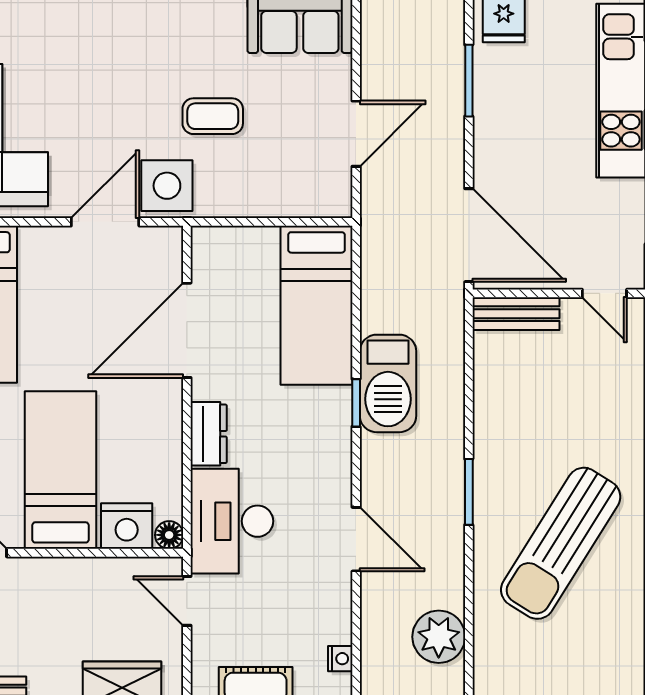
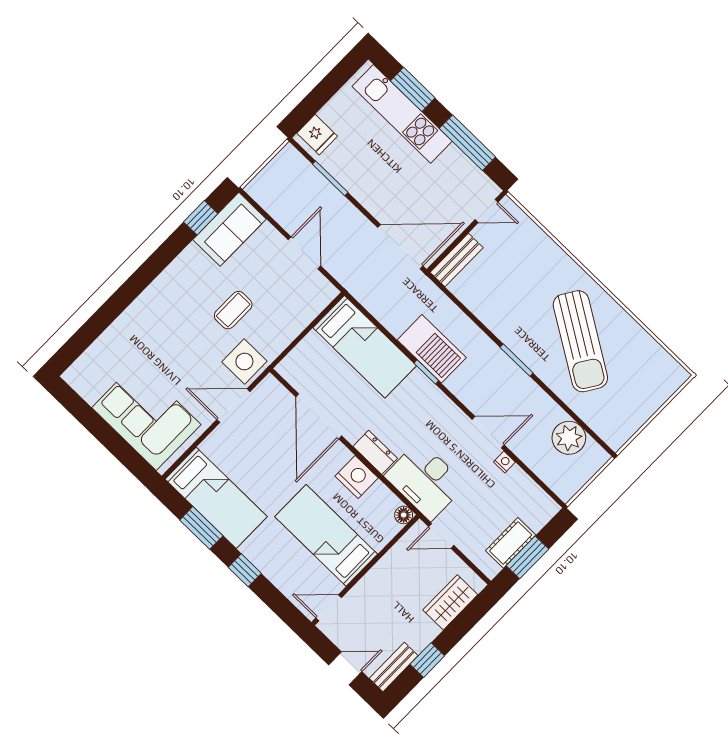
door: (105, 222) -> (233, 406), hinge flipped
nightstand: (127, 526) -> (357, 477), moved, turned -90
nightstand: (340, 659) -> (504, 462), moved

